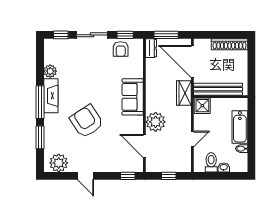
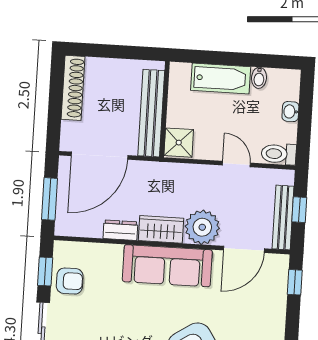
dresser: (151, 48) -> (120, 230), moved
wardrobe: (184, 93) -> (161, 229), moved, turned 180
sofa: (133, 97) -> (167, 266), width x1.36
toilet: (211, 162) -> (279, 154), moved
bench: (164, 167) -> (283, 218), added

